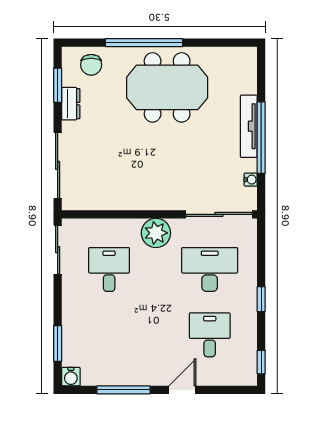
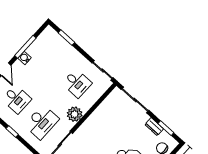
water cooler: (71, 377) -> (25, 58), moved

